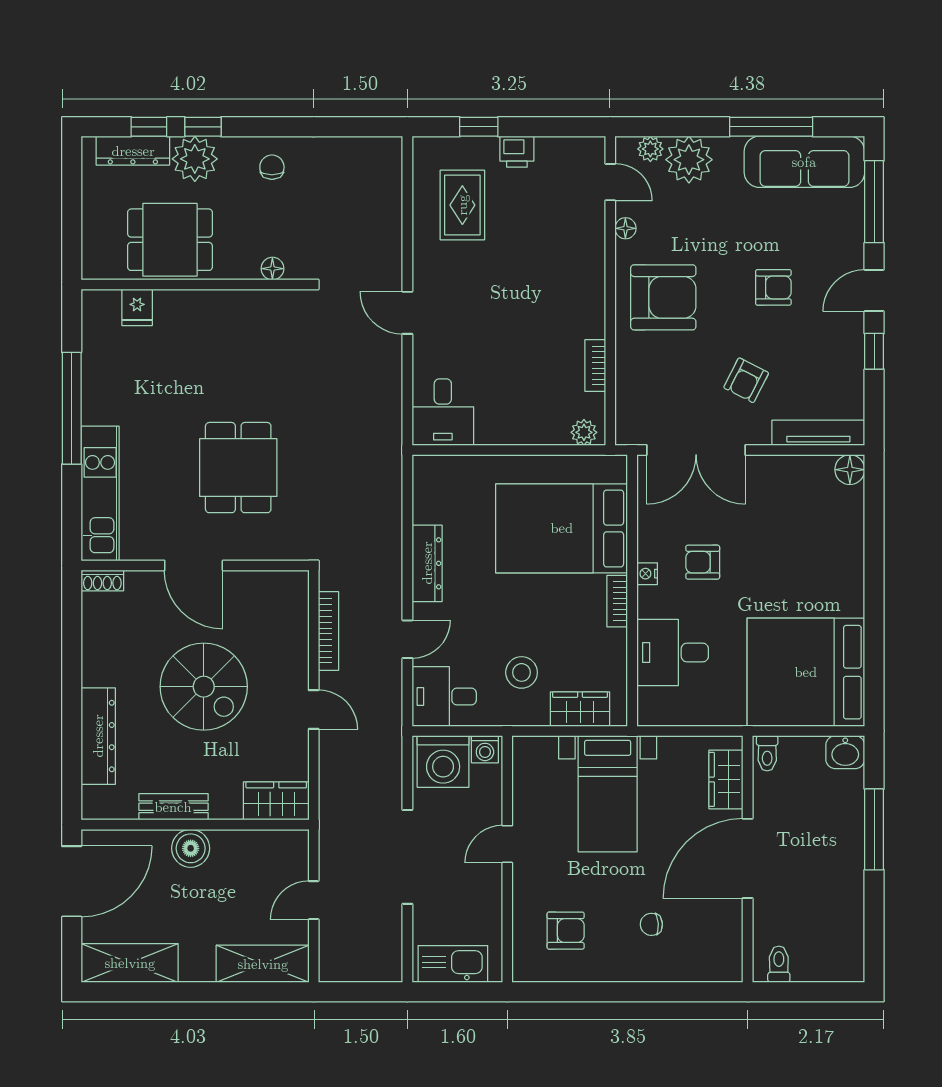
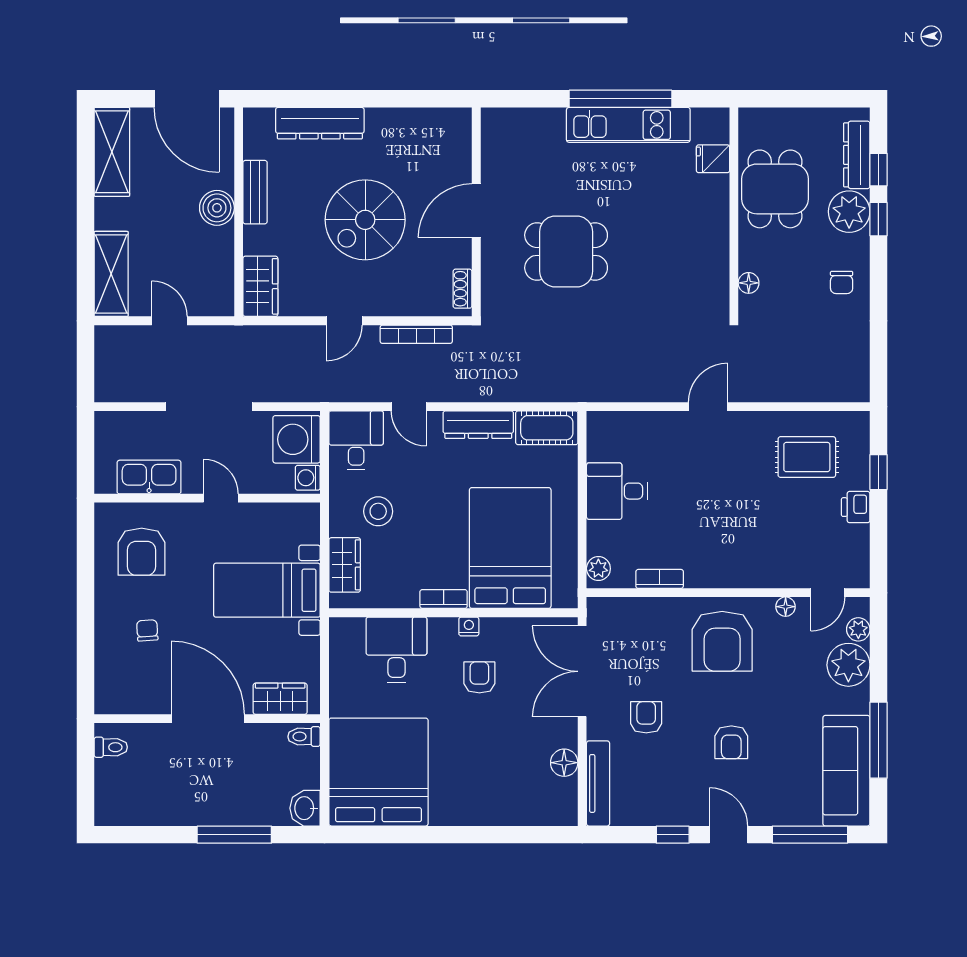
chair: (272, 167) -> (842, 282), turned 90
armchair: (746, 380) -> (646, 717), turned 63
desk: (443, 412) -> (617, 491), moved
floor lamp: (850, 470) -> (564, 763), moved
cot: (430, 489) -> (547, 428), added
kitchen unit: (100, 493) -> (628, 125), moved
shoe rack: (102, 581) -> (463, 289), moved
armchair: (566, 931) -> (142, 552), width x1.38, depth x1.38
kitchen sink: (453, 964) -> (149, 477), moved, turned -90

